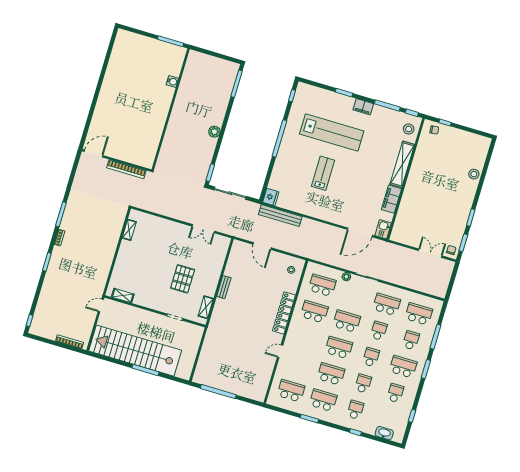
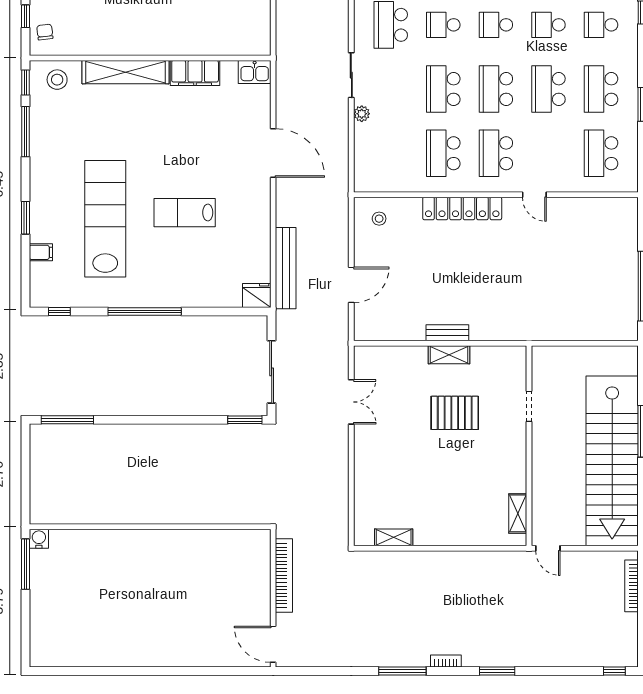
water cooler: (172, 81) -> (39, 539), moved
filing cabinet: (363, 107) -> (41, 252), moved, width x0.50
plant: (214, 132) -> (167, 434), removed
door: (360, 232) -> (273, 153), moved
school desk: (322, 285) -> (496, 153), moved
shelving: (206, 307) -> (449, 355), moved

